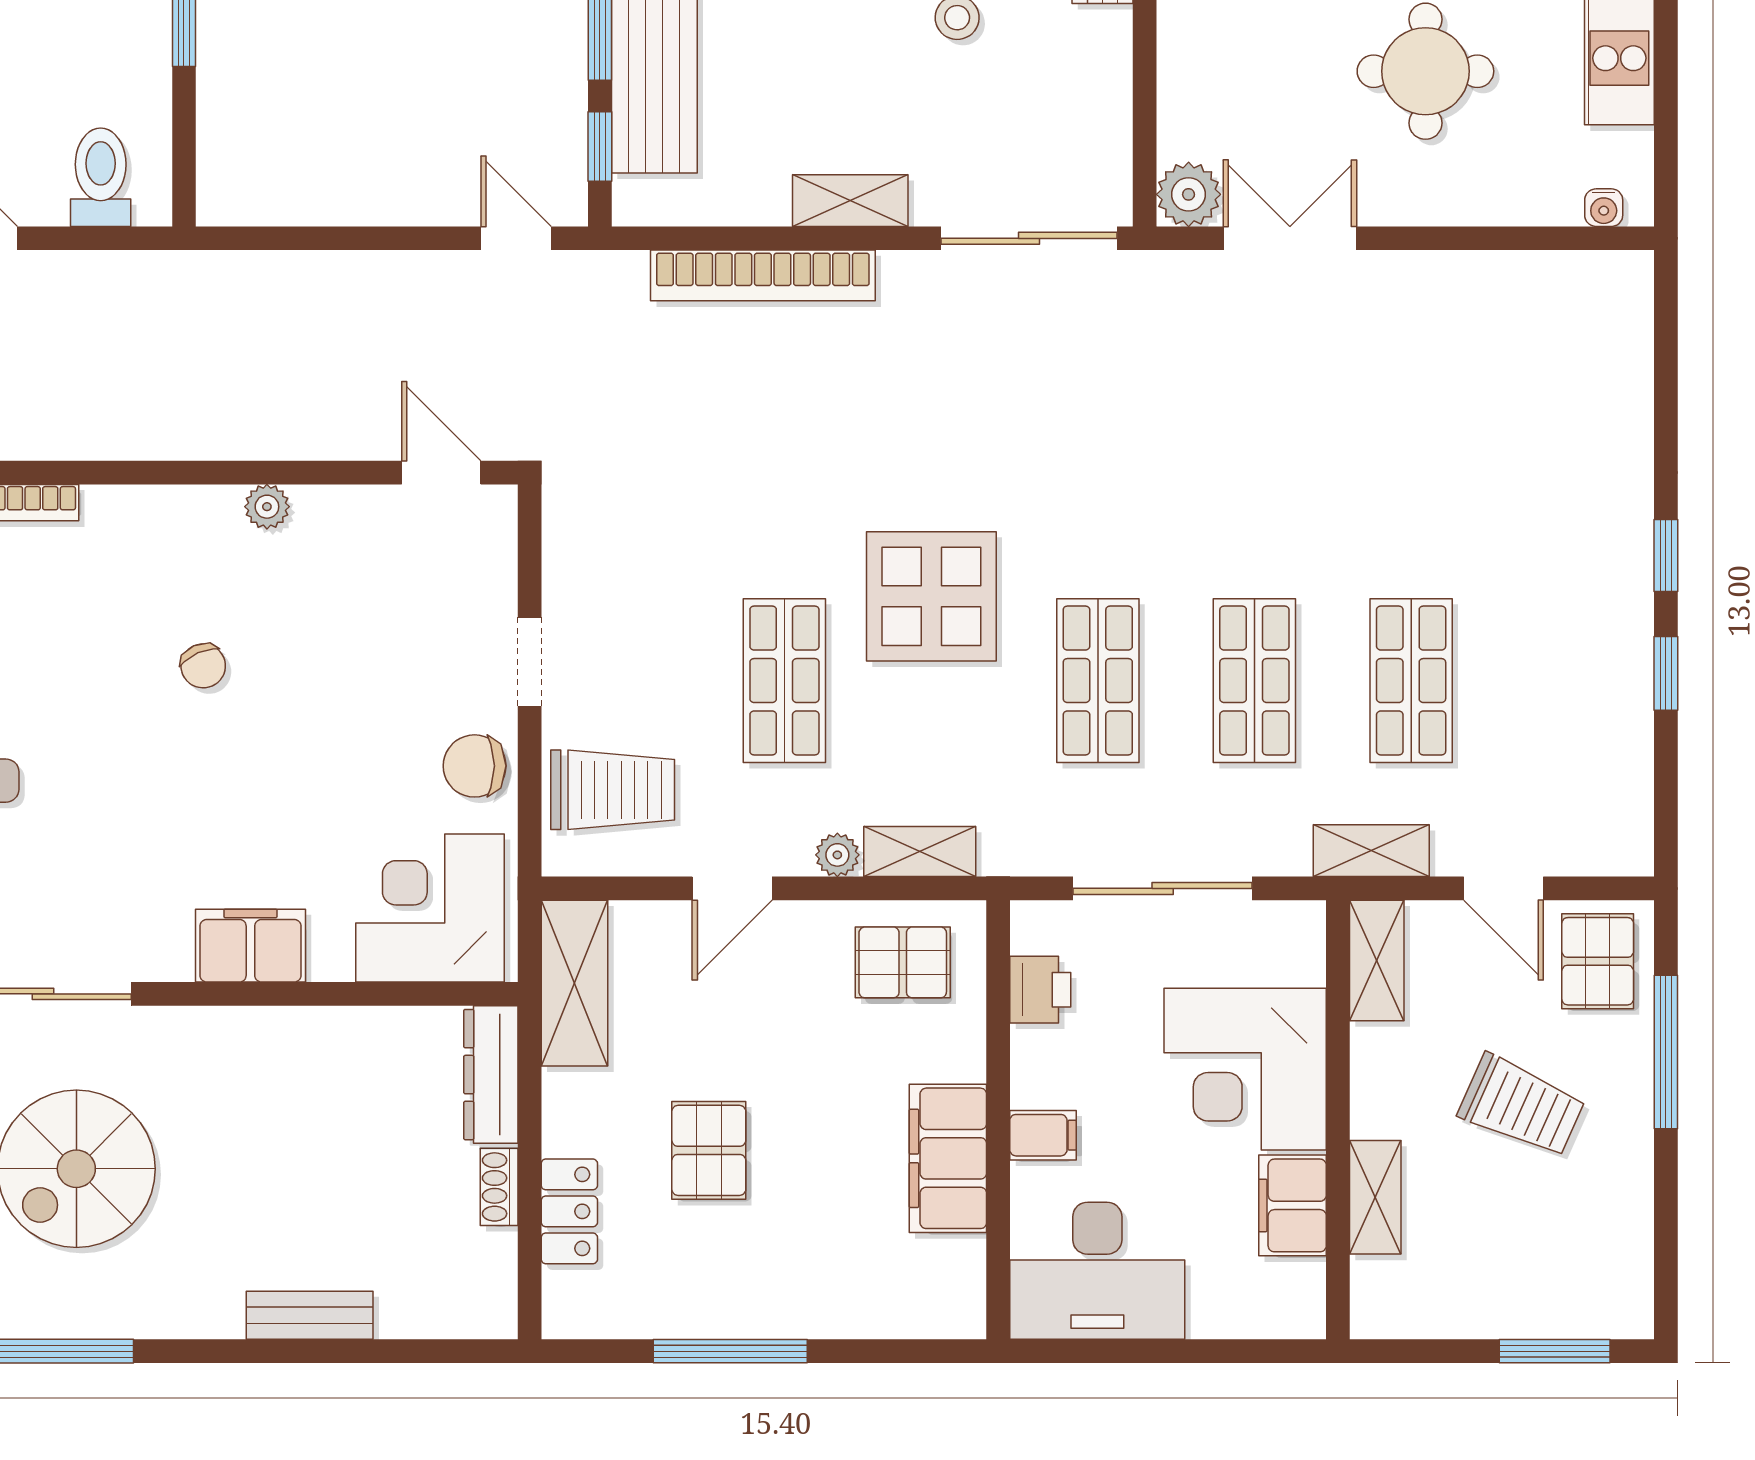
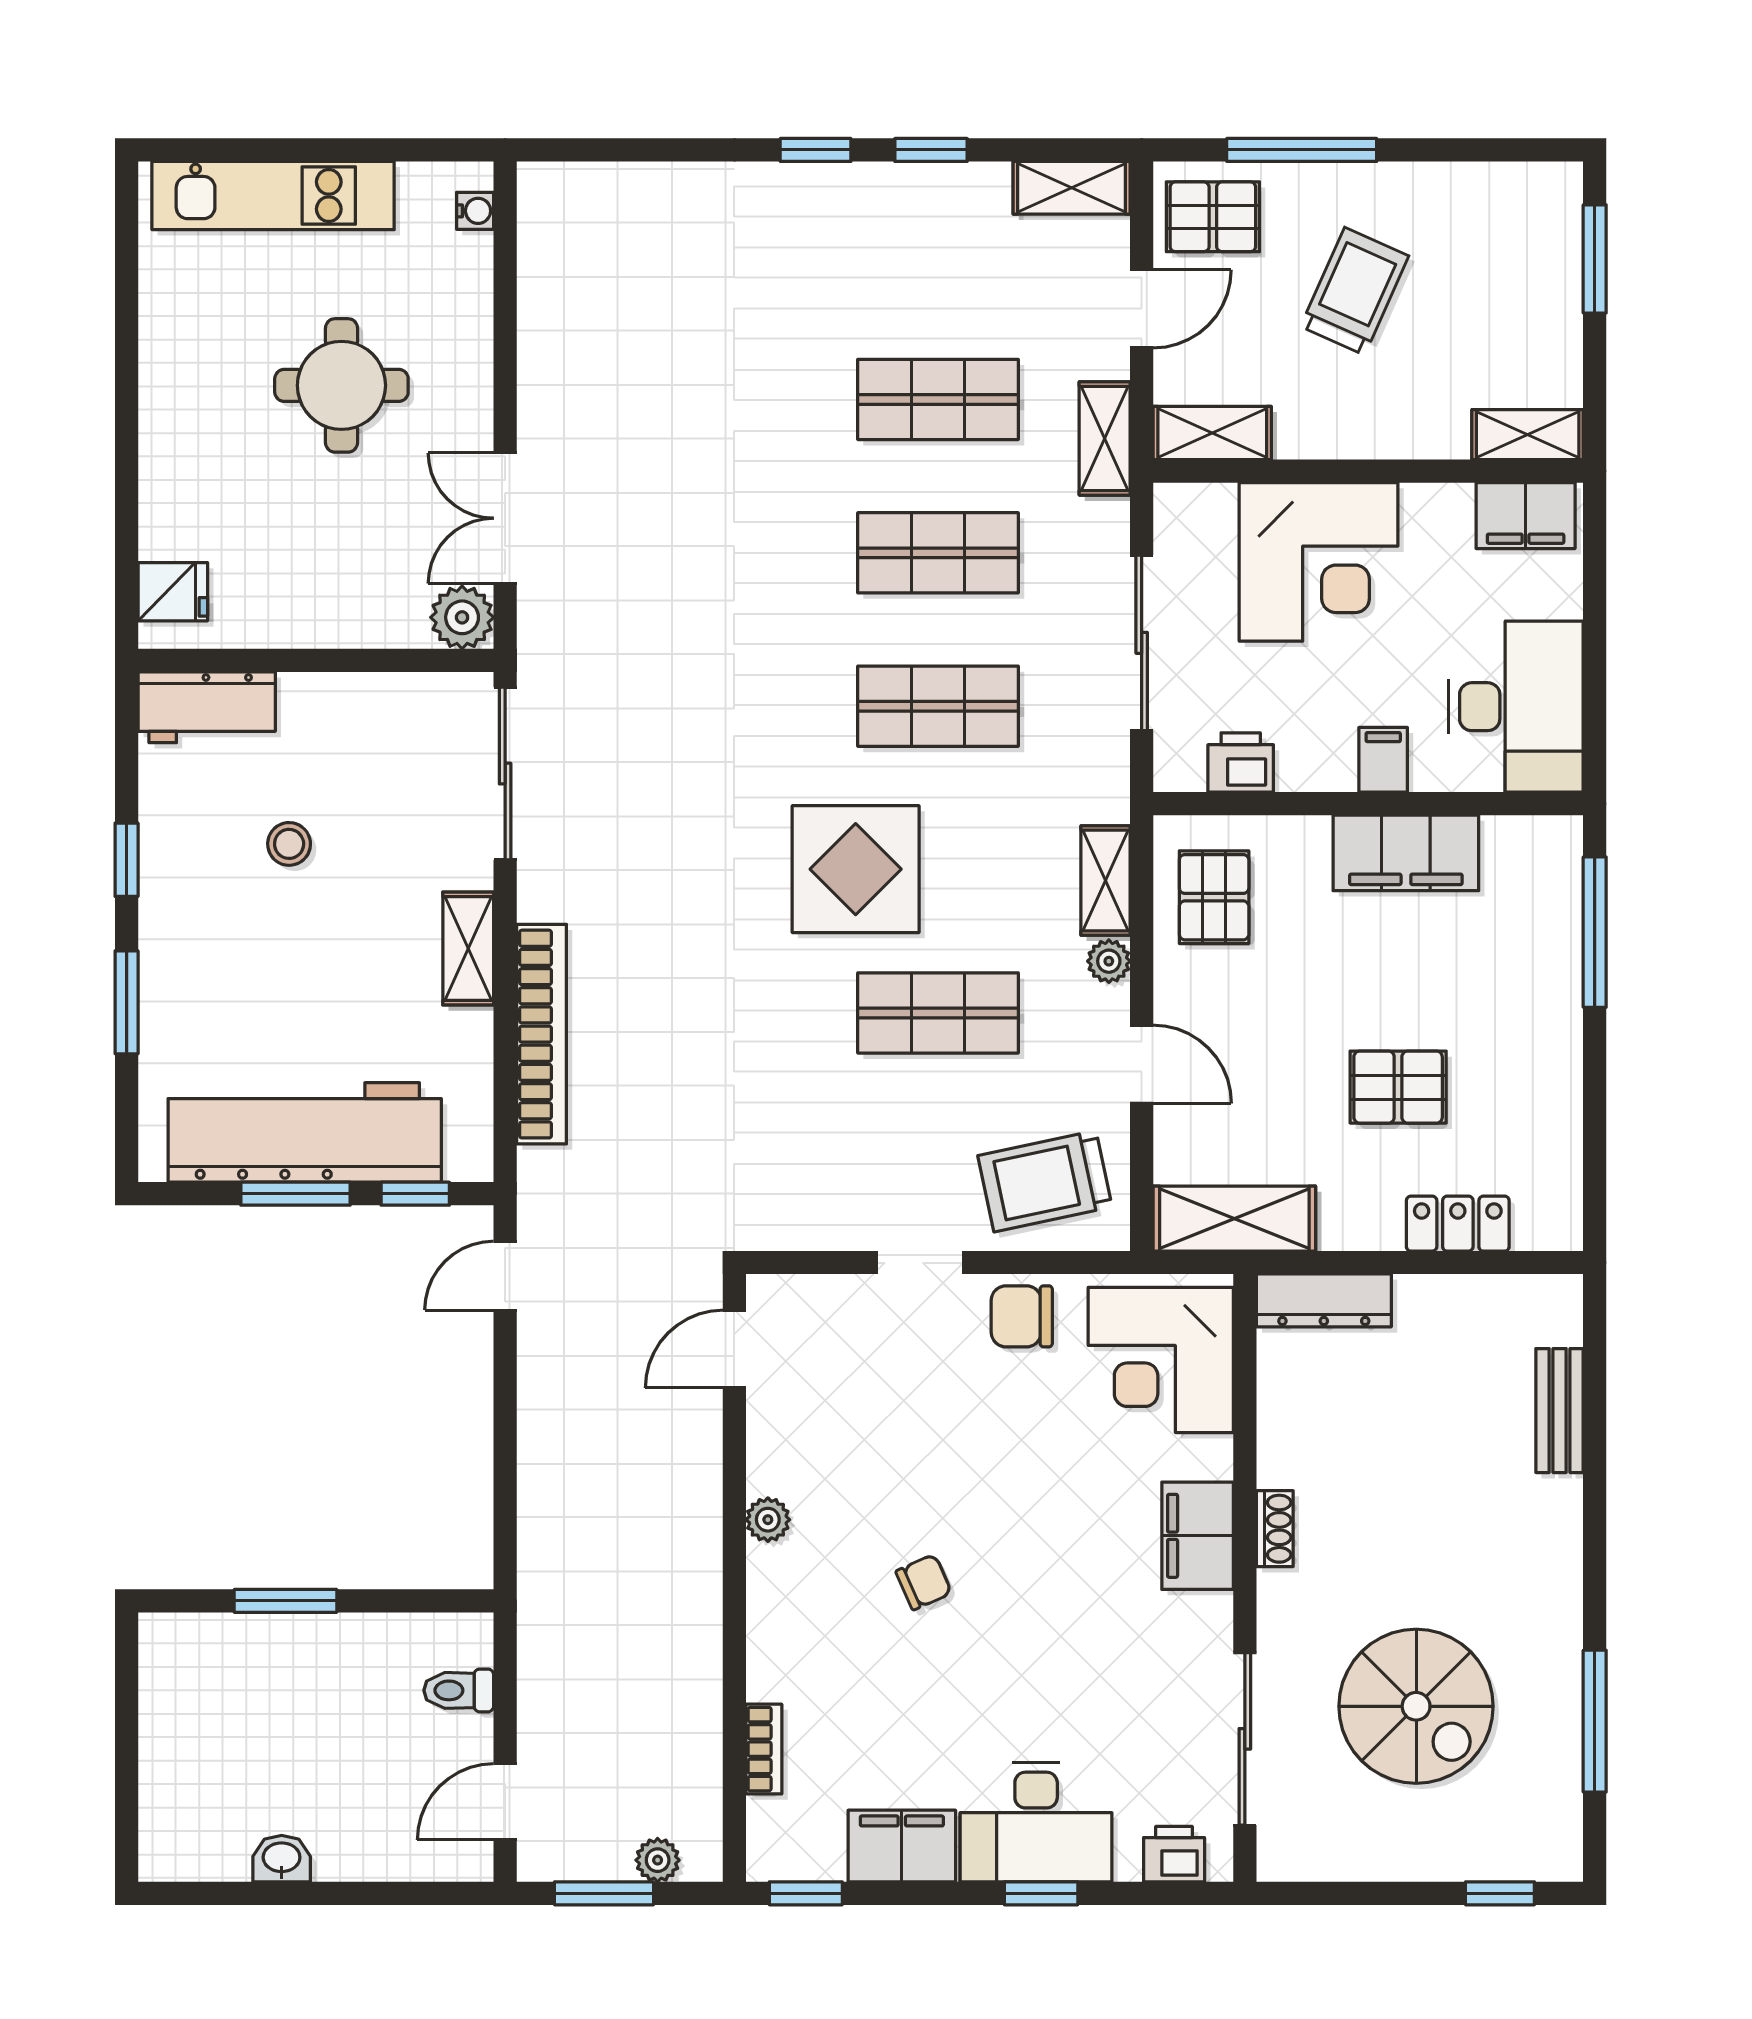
toilet: (101, 177) -> (459, 1690), width x0.73, depth x0.72
chair: (475, 766) -> (1022, 1316), turned 90
trolley: (613, 790) -> (1045, 1181), turned -102
shelving: (1627, 817) -> (1072, 188), added
shoe rack: (499, 1187) -> (1275, 1529), moved, turned -90
shelving: (1375, 1197) -> (1528, 435), moved
filing cabinet: (1292, 1205) -> (1526, 516), moved
bench: (310, 1315) -> (1560, 1411), moved
window: (730, 1351) -> (1595, 932), moved

